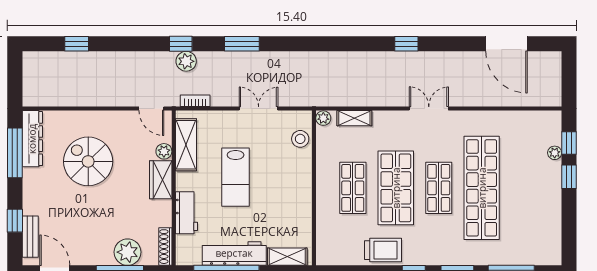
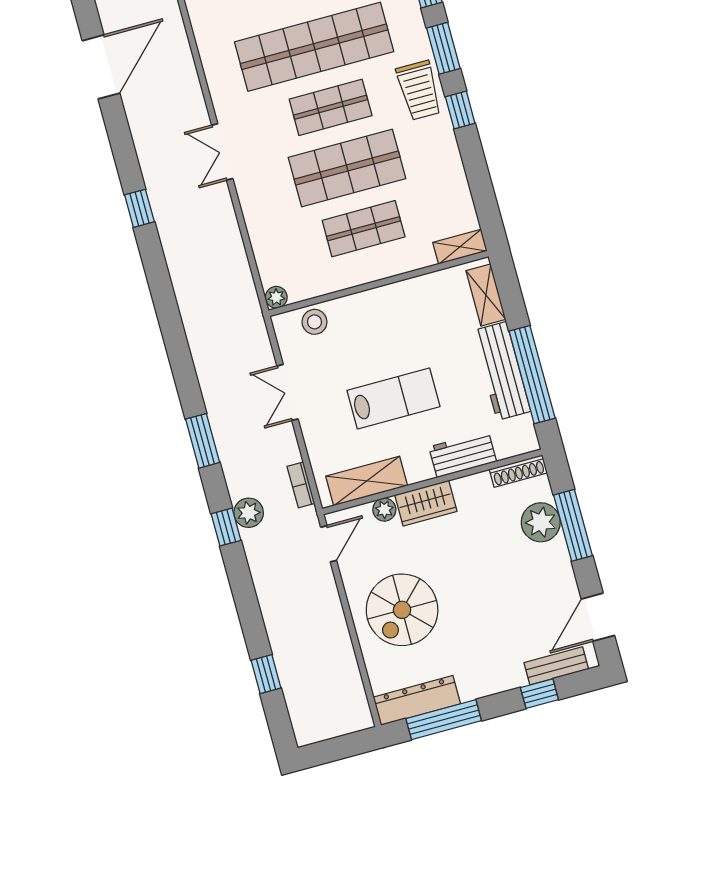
shelving: (354, 118) -> (460, 247), moved, turned 90
spiral stairs: (88, 161) -> (402, 610), moved
trolley: (383, 250) -> (419, 90), moved, turned 180

